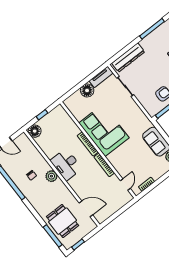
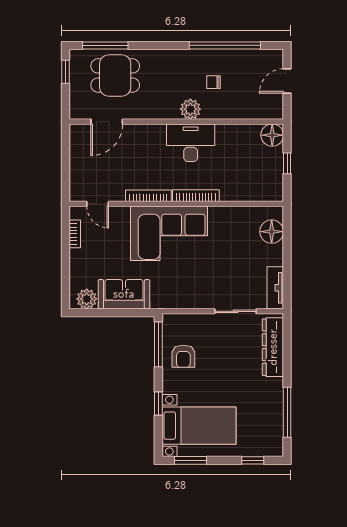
floor lamp: (87, 90) -> (272, 232), moved
corner sofa: (104, 130) -> (169, 233), moved

